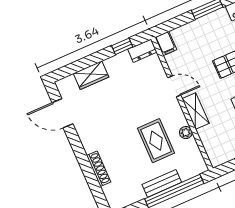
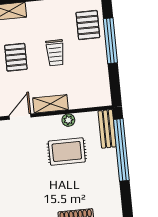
bench: (162, 183) -> (107, 129), moved

